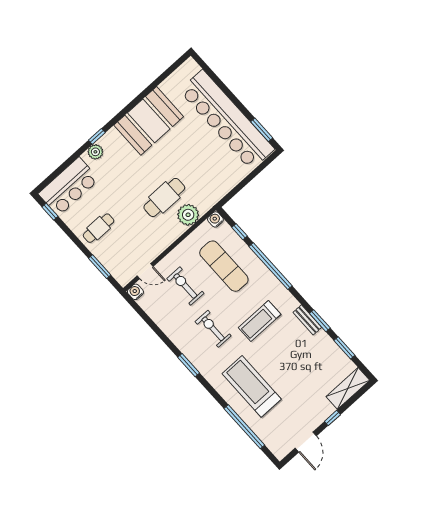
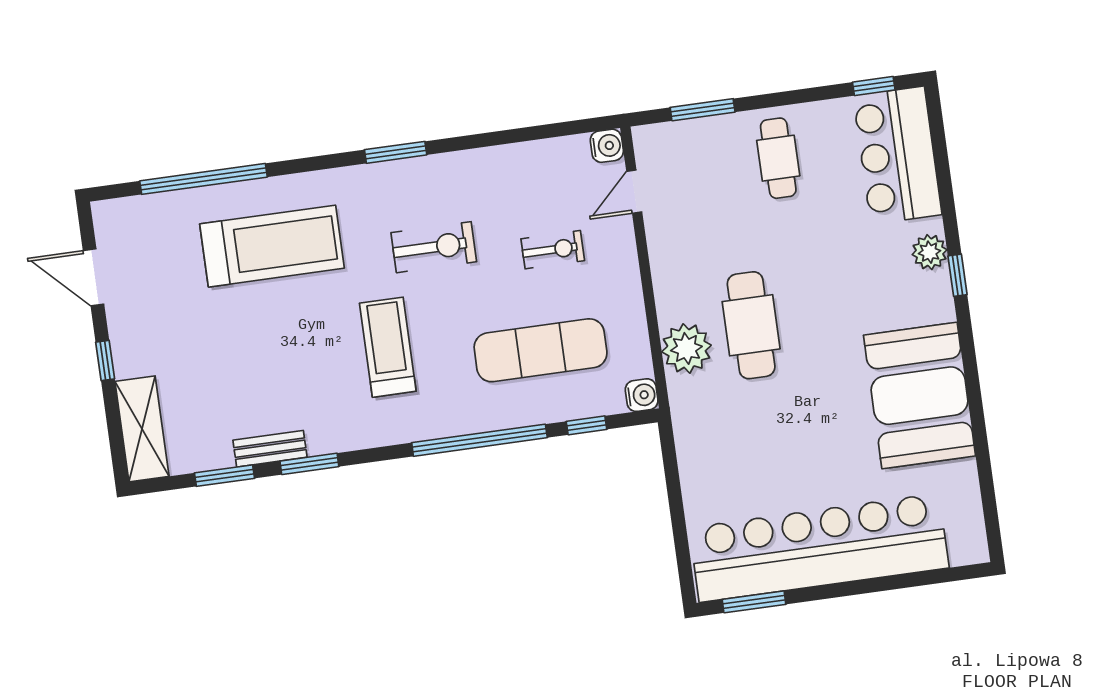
exercise bike: (185, 286) -> (553, 250), width x0.73, depth x0.72
bench: (307, 320) -> (270, 449), moved

